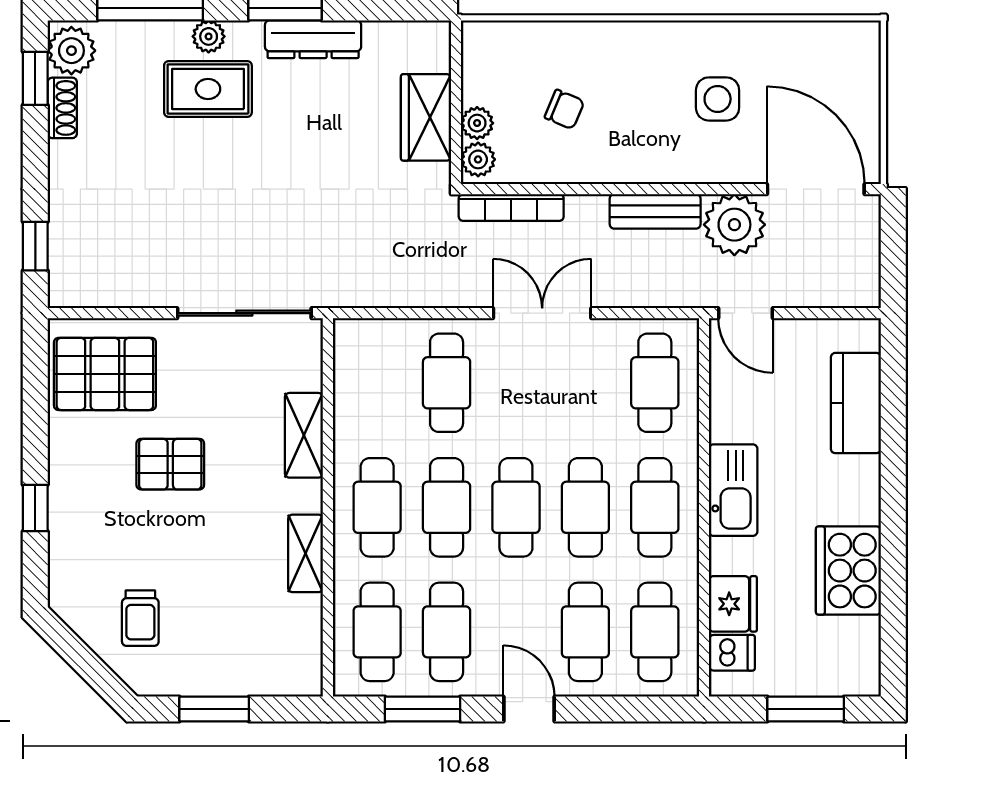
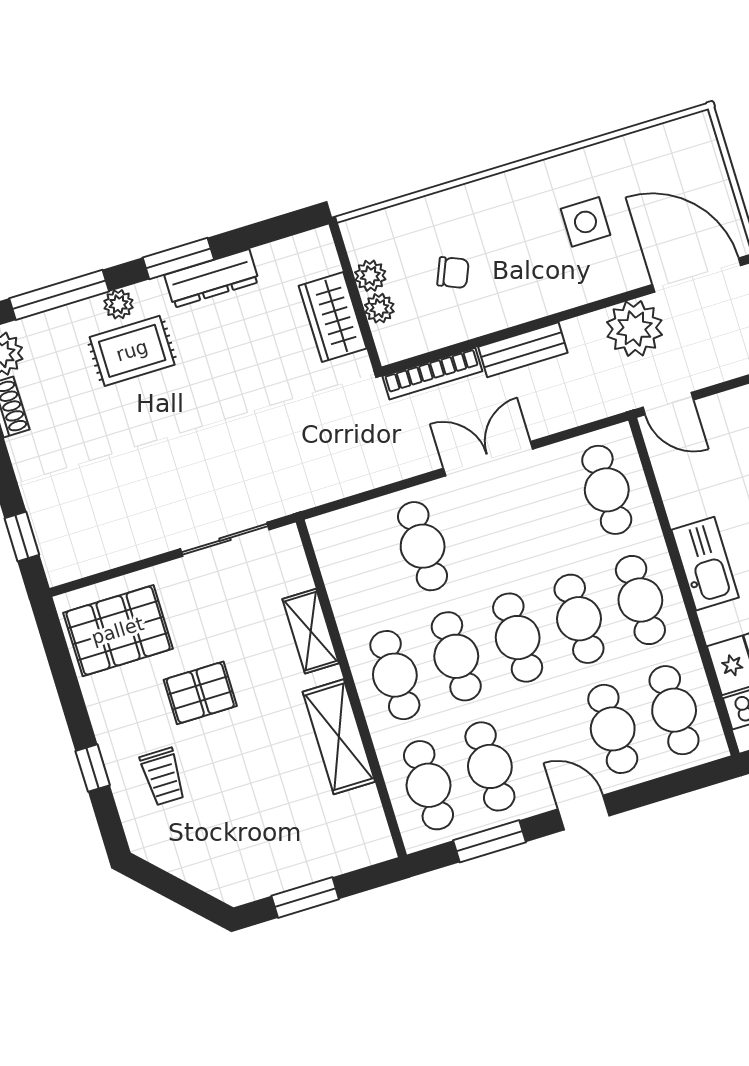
plant: (478, 159) -> (370, 276), moved
bench: (655, 211) -> (523, 350), moved
sliding door: (244, 313) -> (225, 539), width x0.73
shelving: (305, 553) -> (339, 737), width x1.50, depth x1.33
trolley: (140, 618) -> (163, 777), moved

